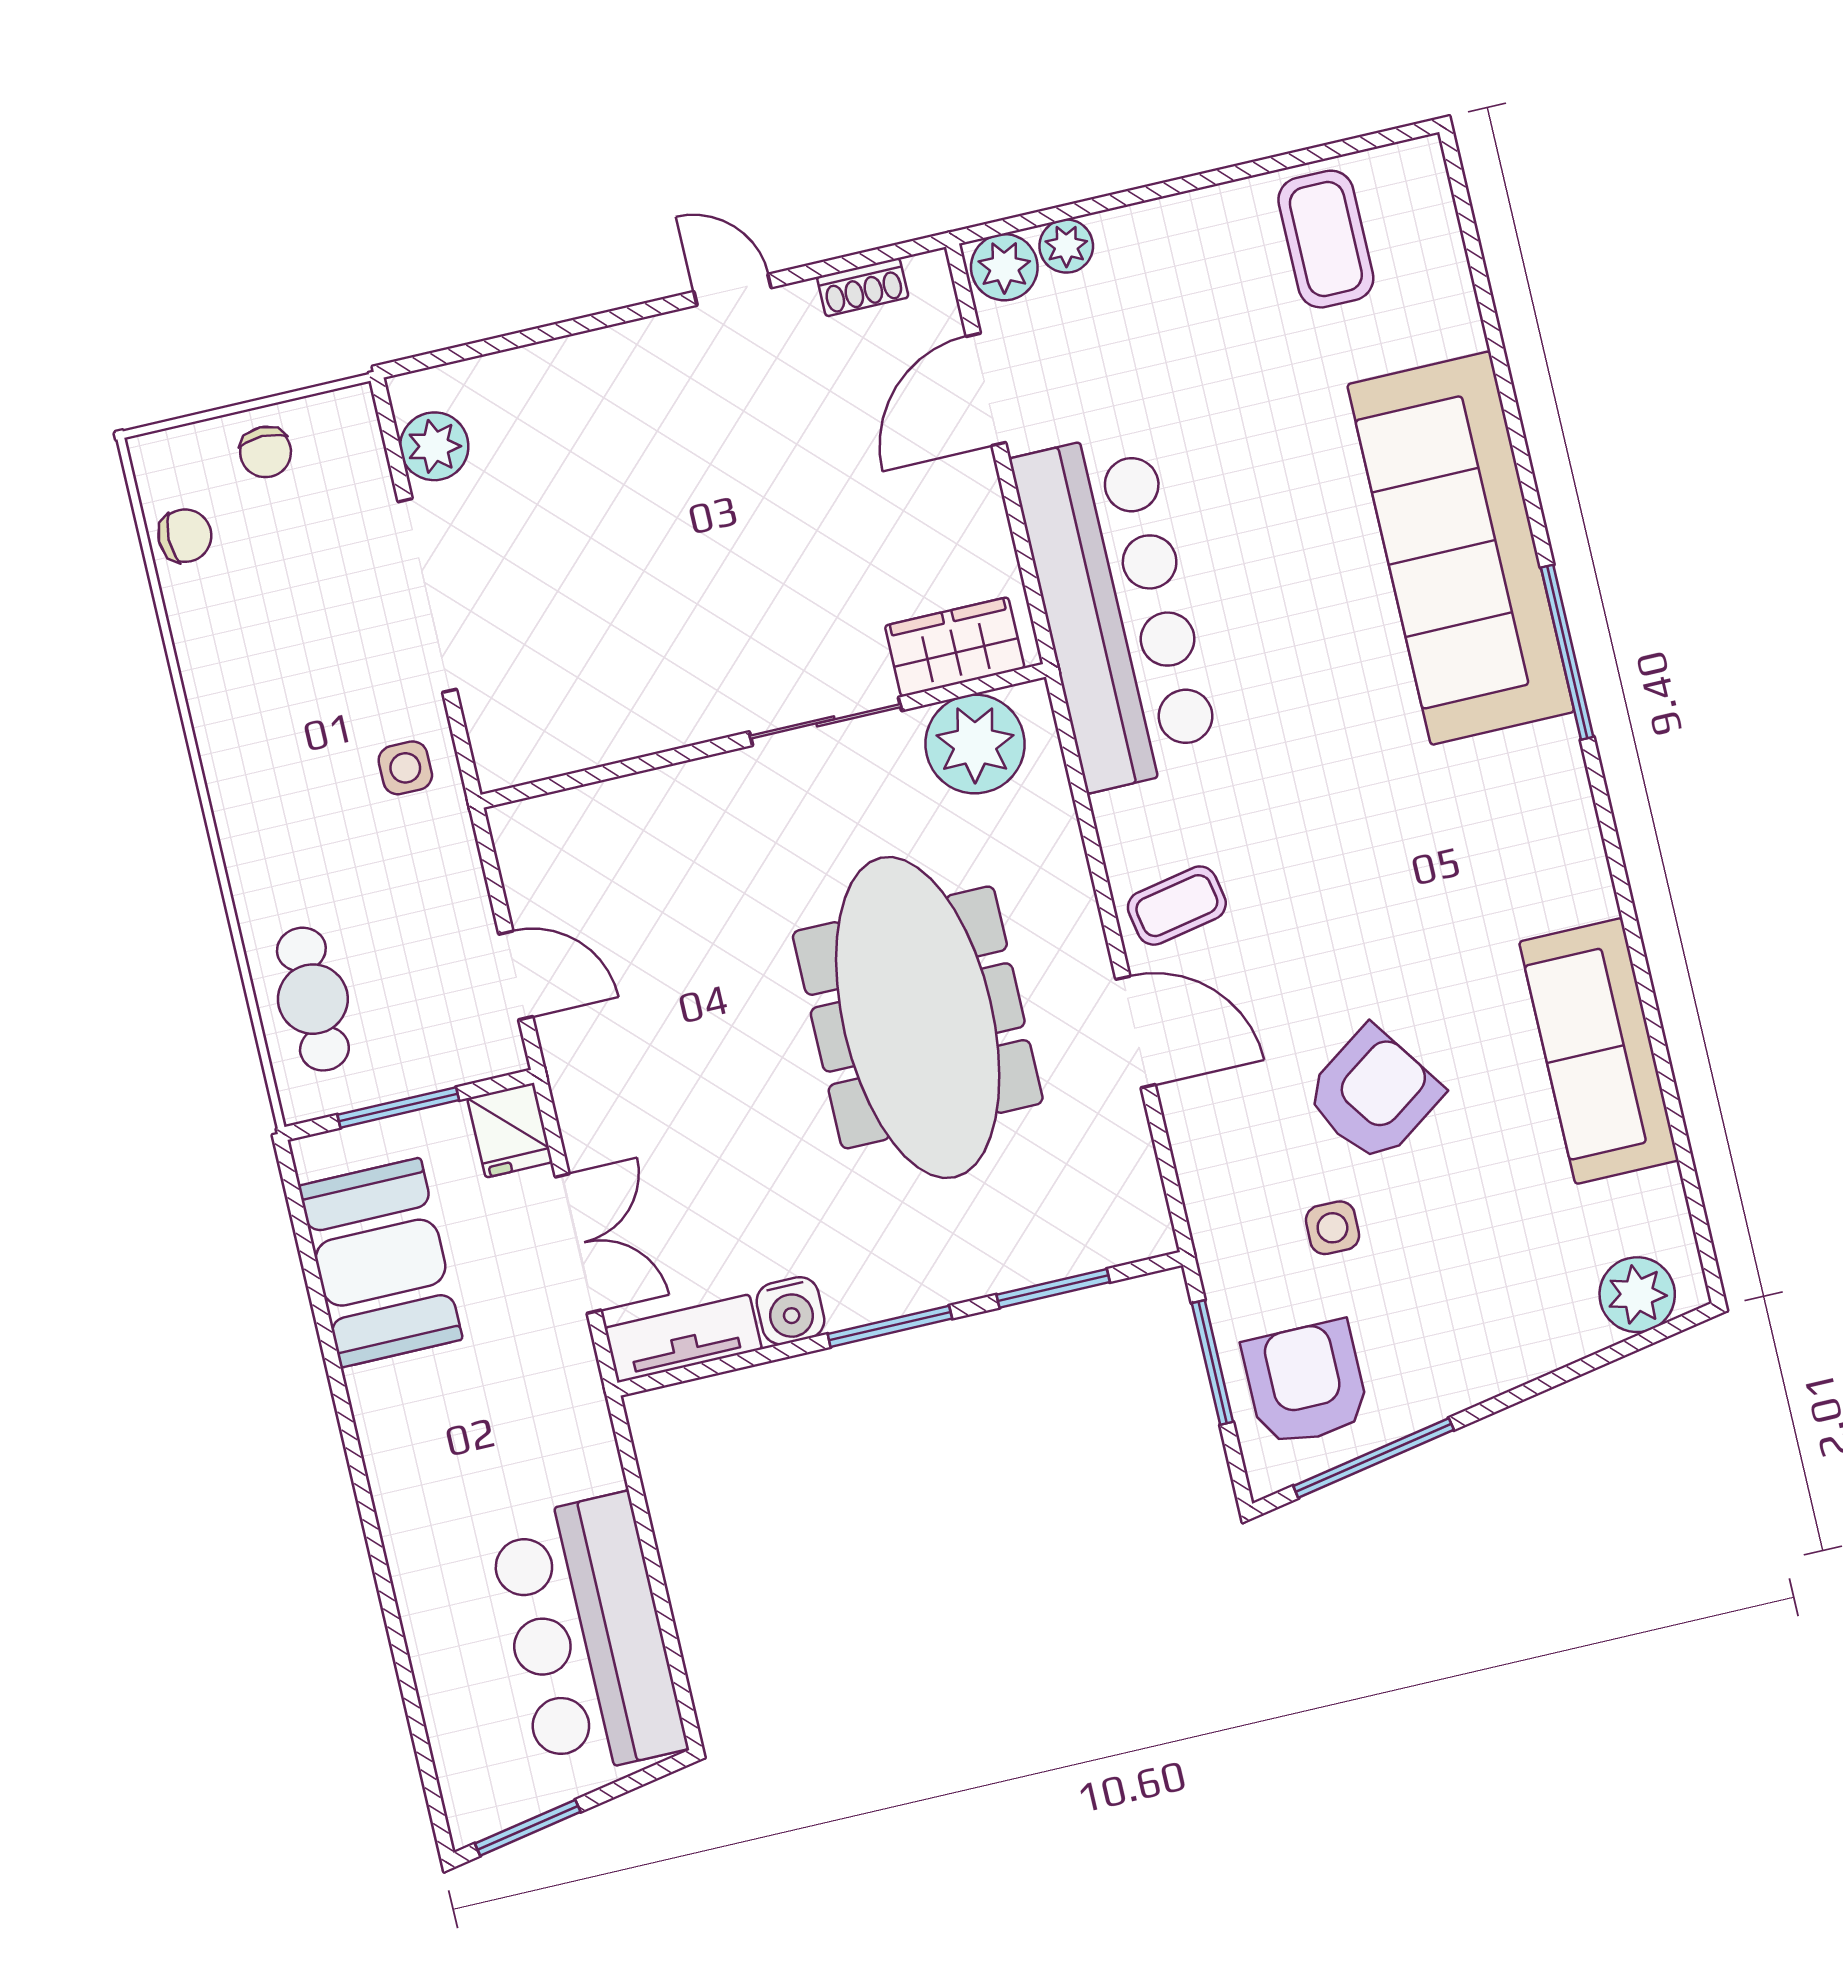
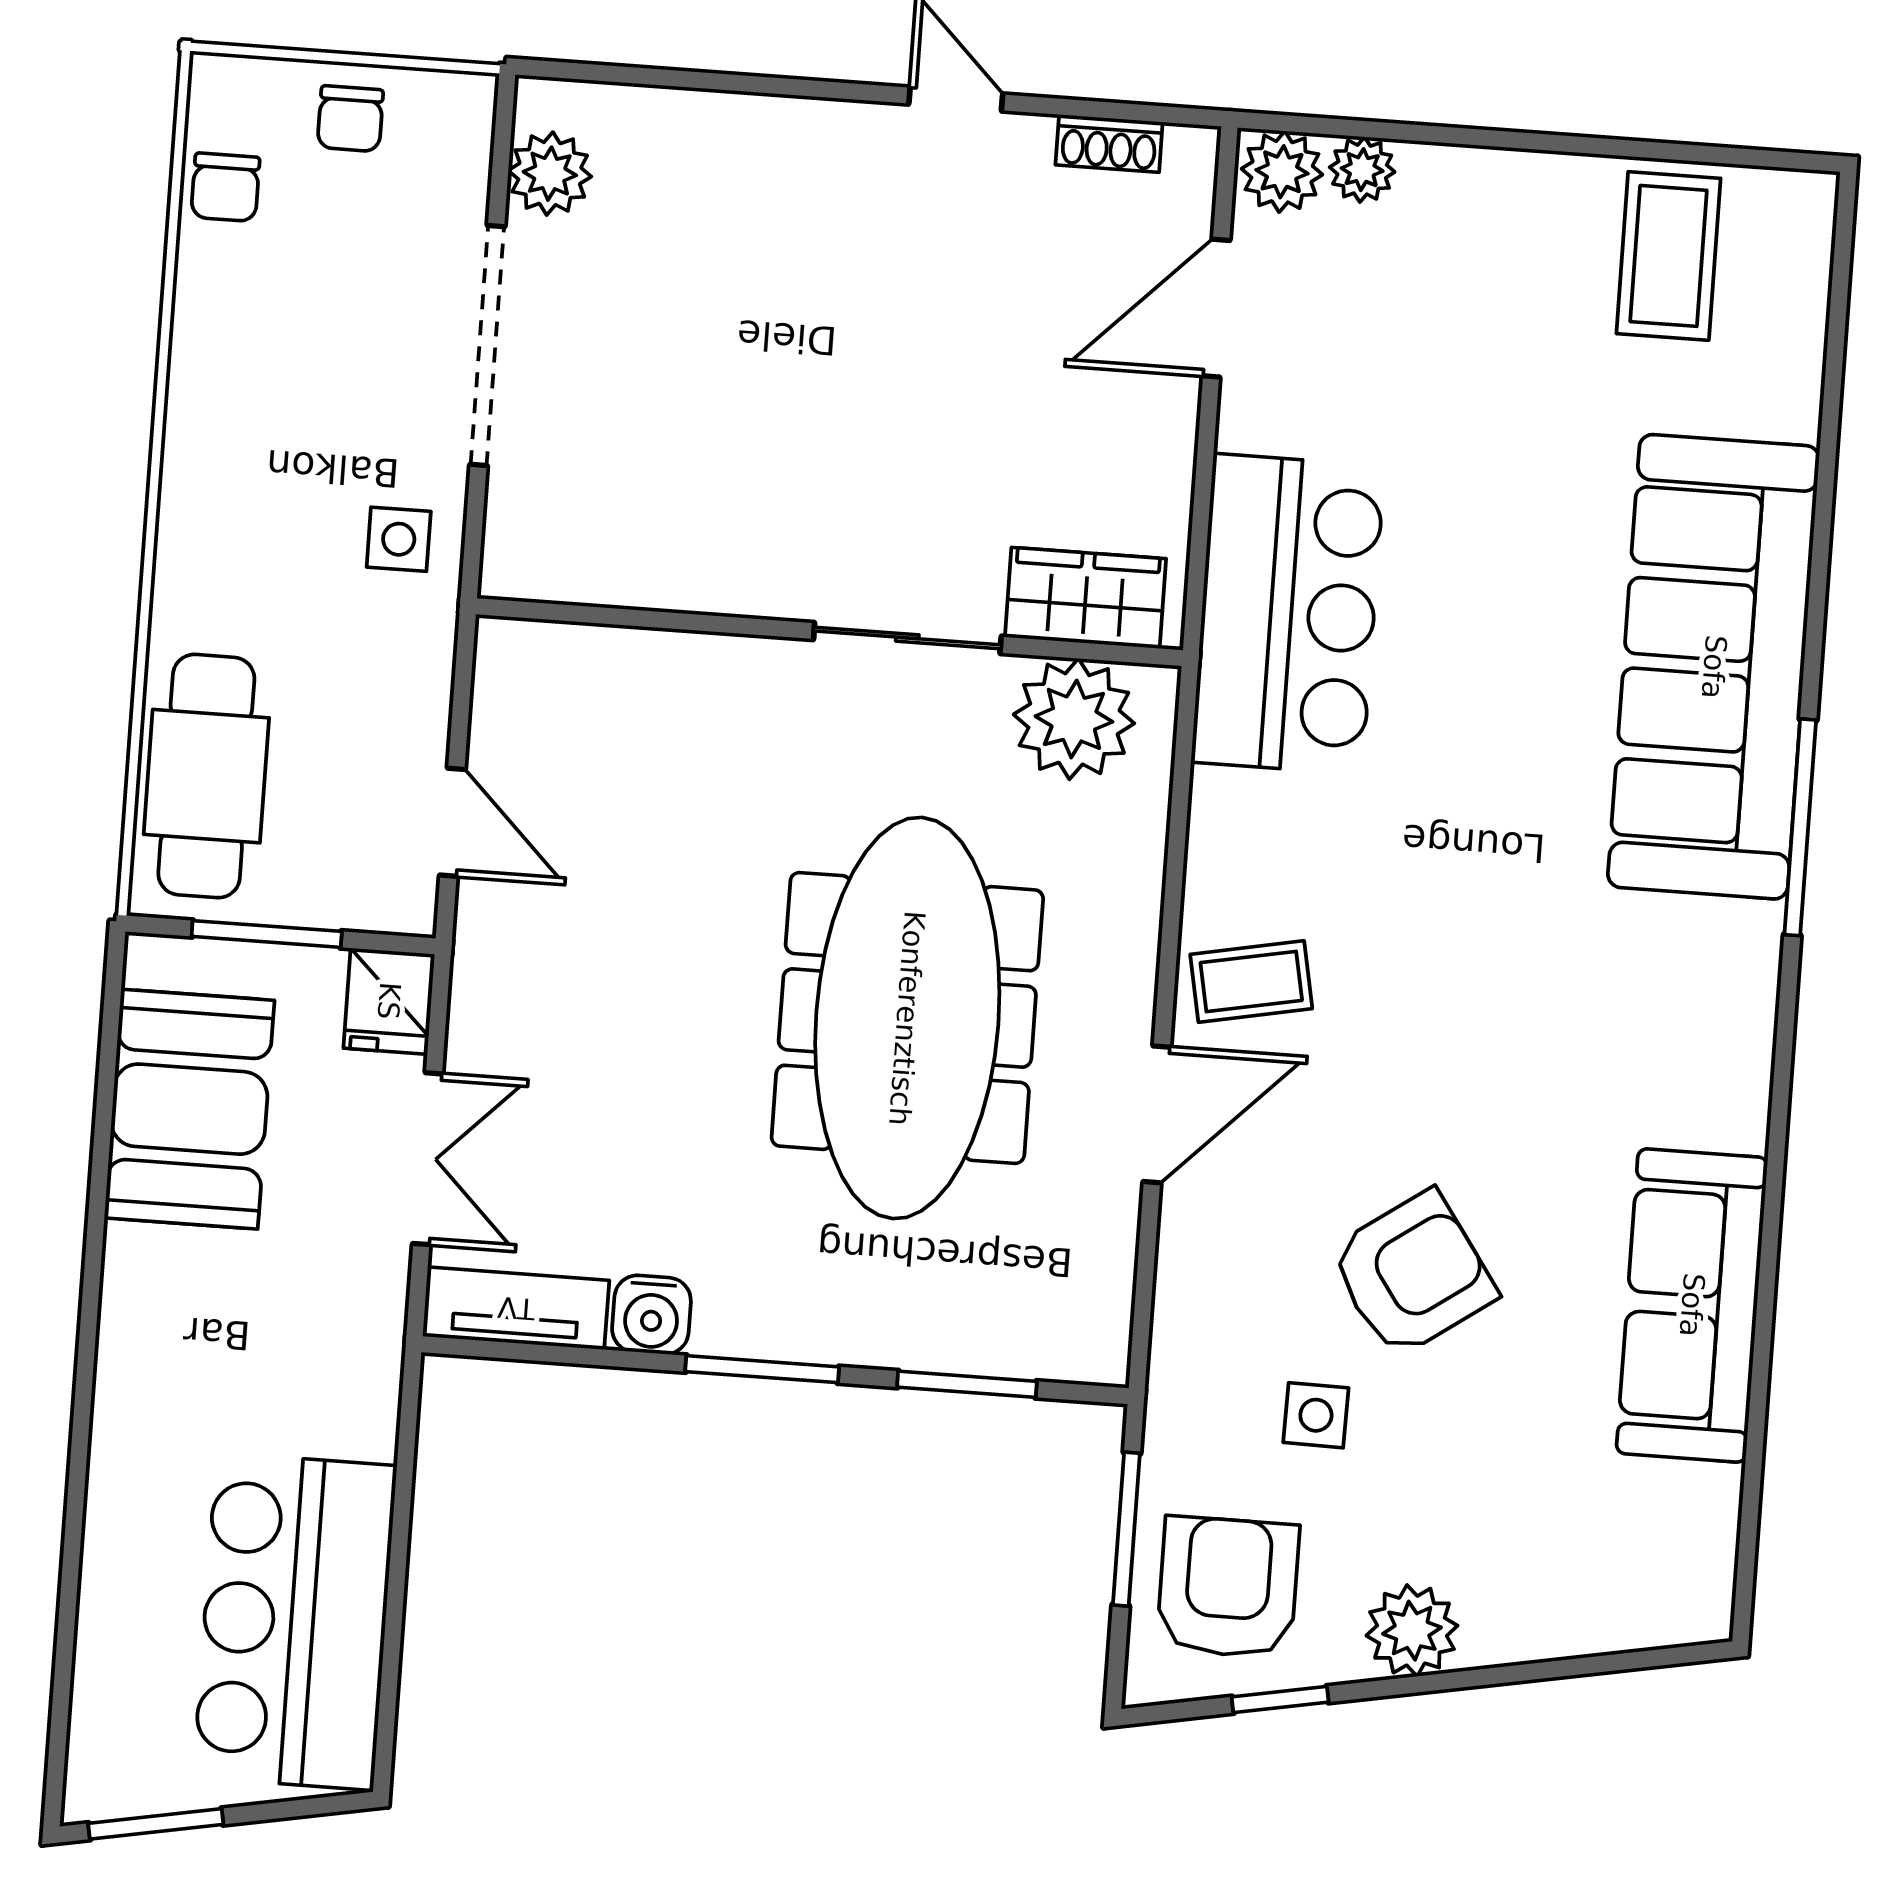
chair: (185, 536) -> (225, 187), turned 90
bar counter: (1116, 610) -> (1288, 614), width x0.73
cafe table: (313, 999) -> (206, 776), width x1.37, depth x1.35
door: (1136, 1032) -> (1157, 1114), hinge flipped
plant: (1637, 1295) -> (1412, 1631), moved
window: (1374, 1458) -> (1280, 1700), width x0.46

